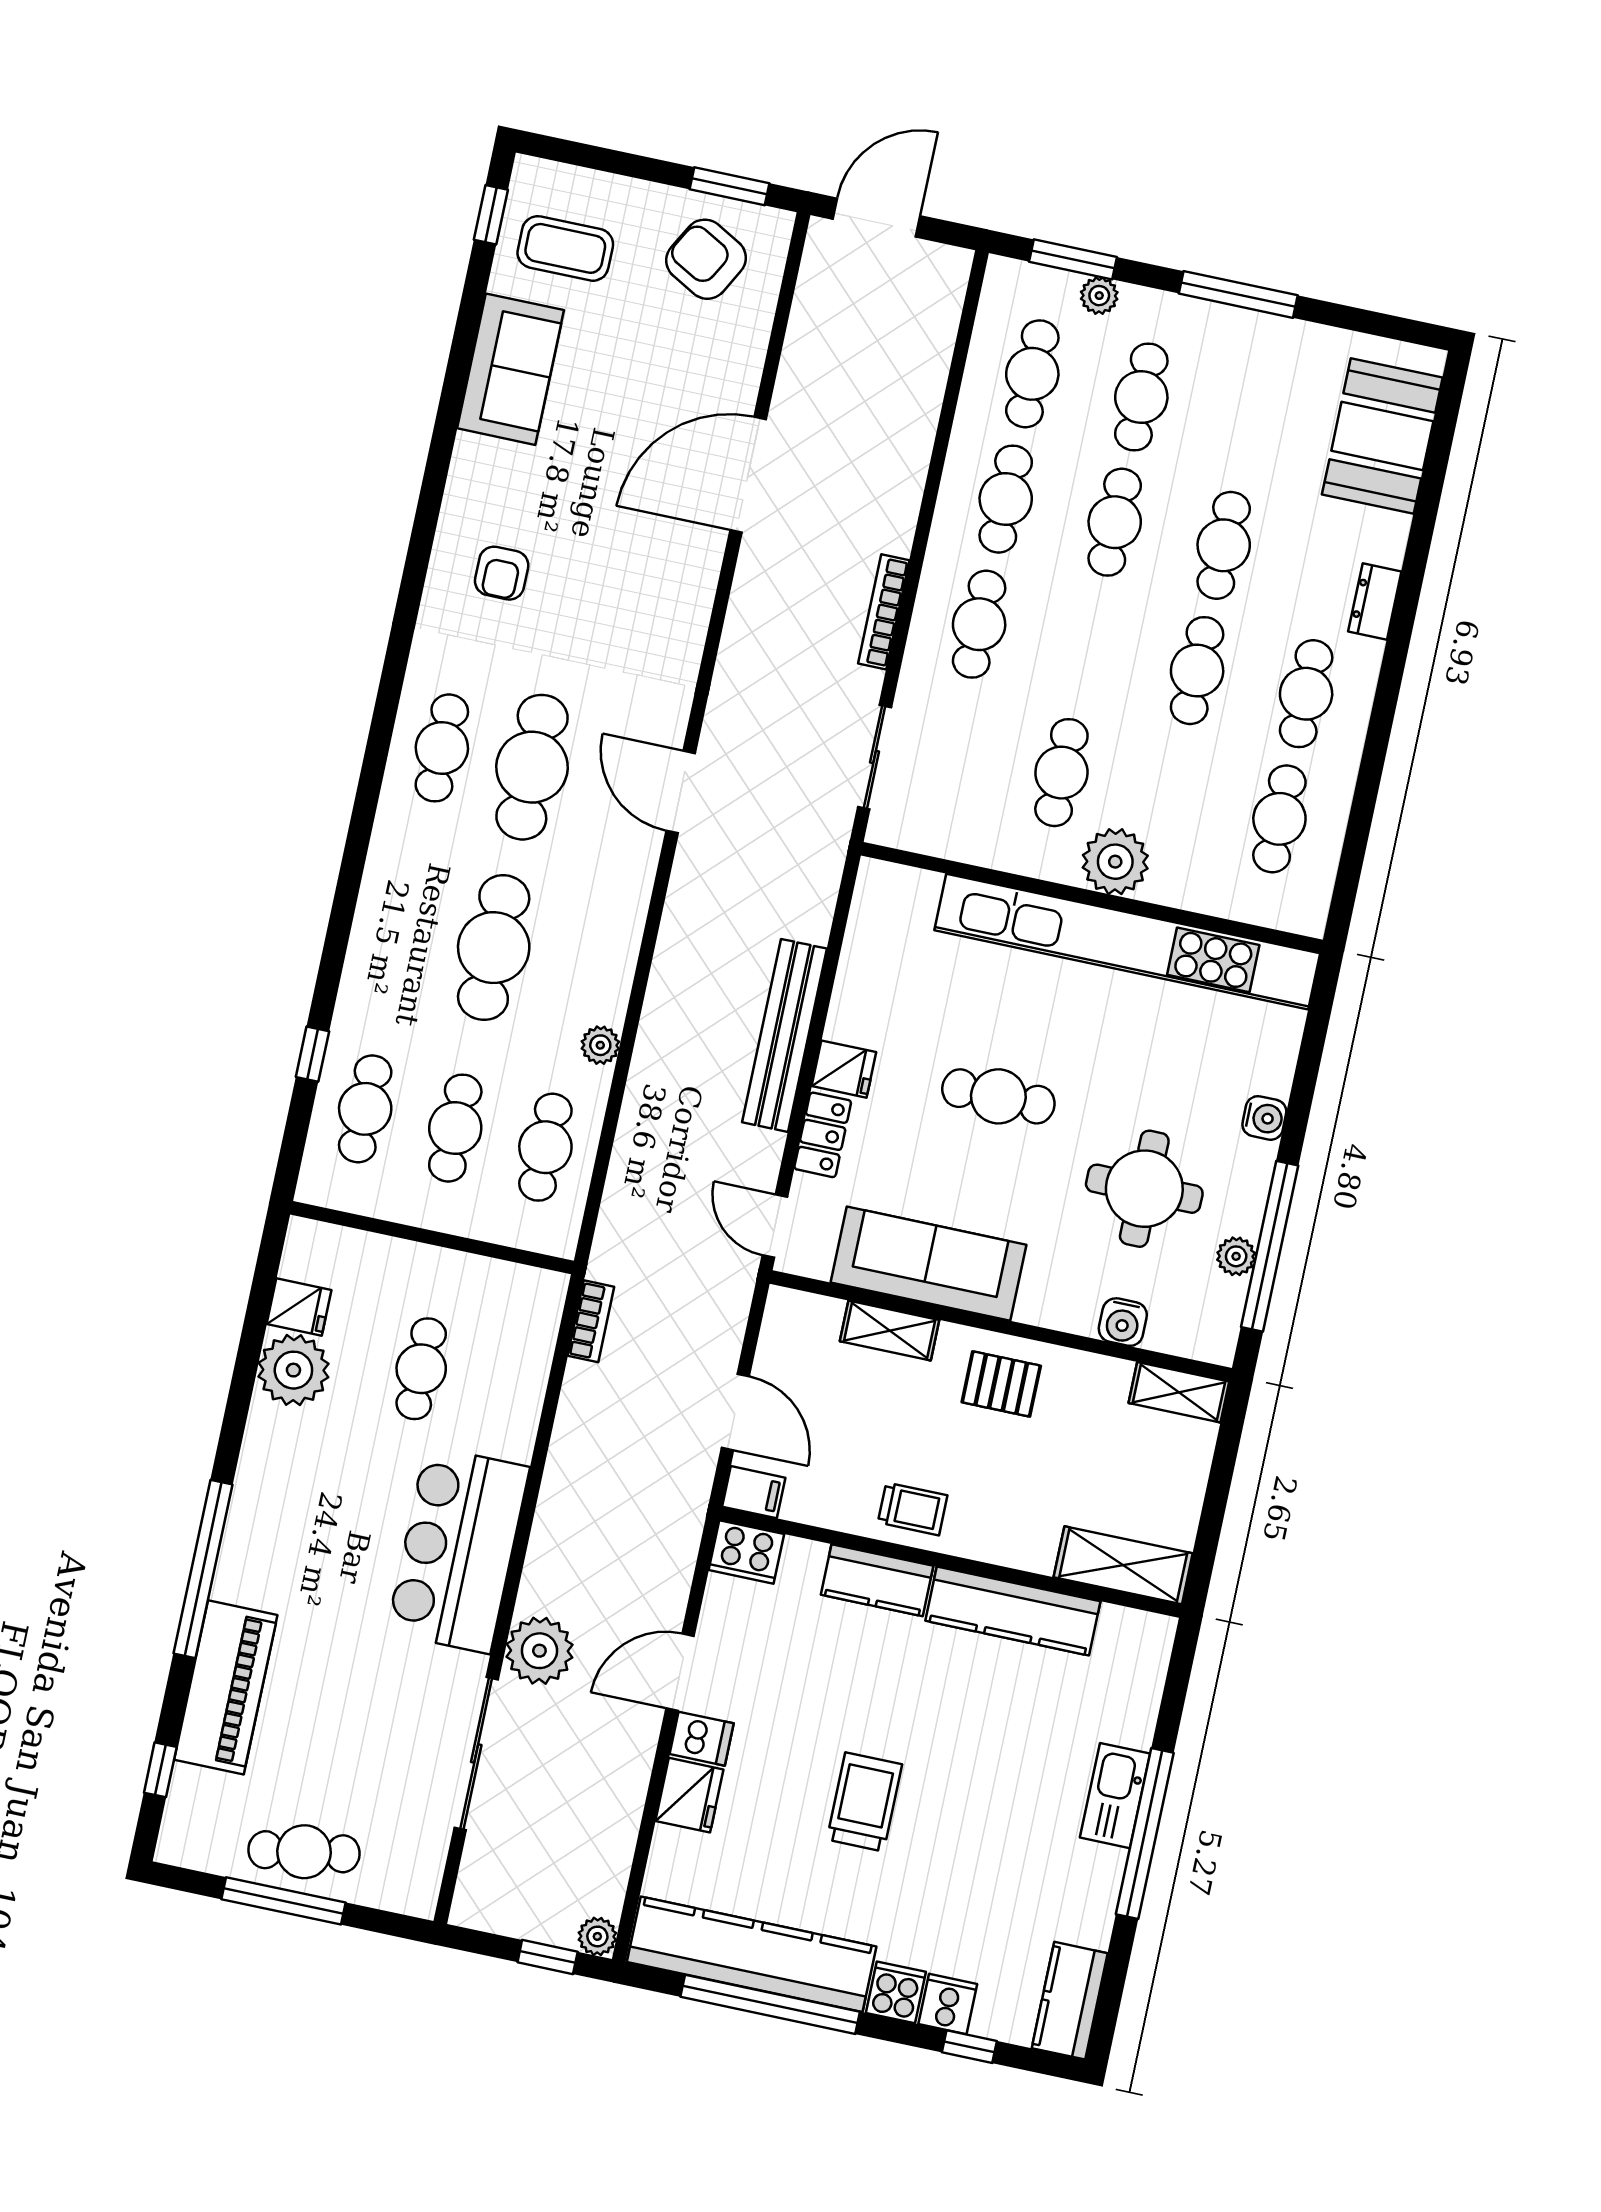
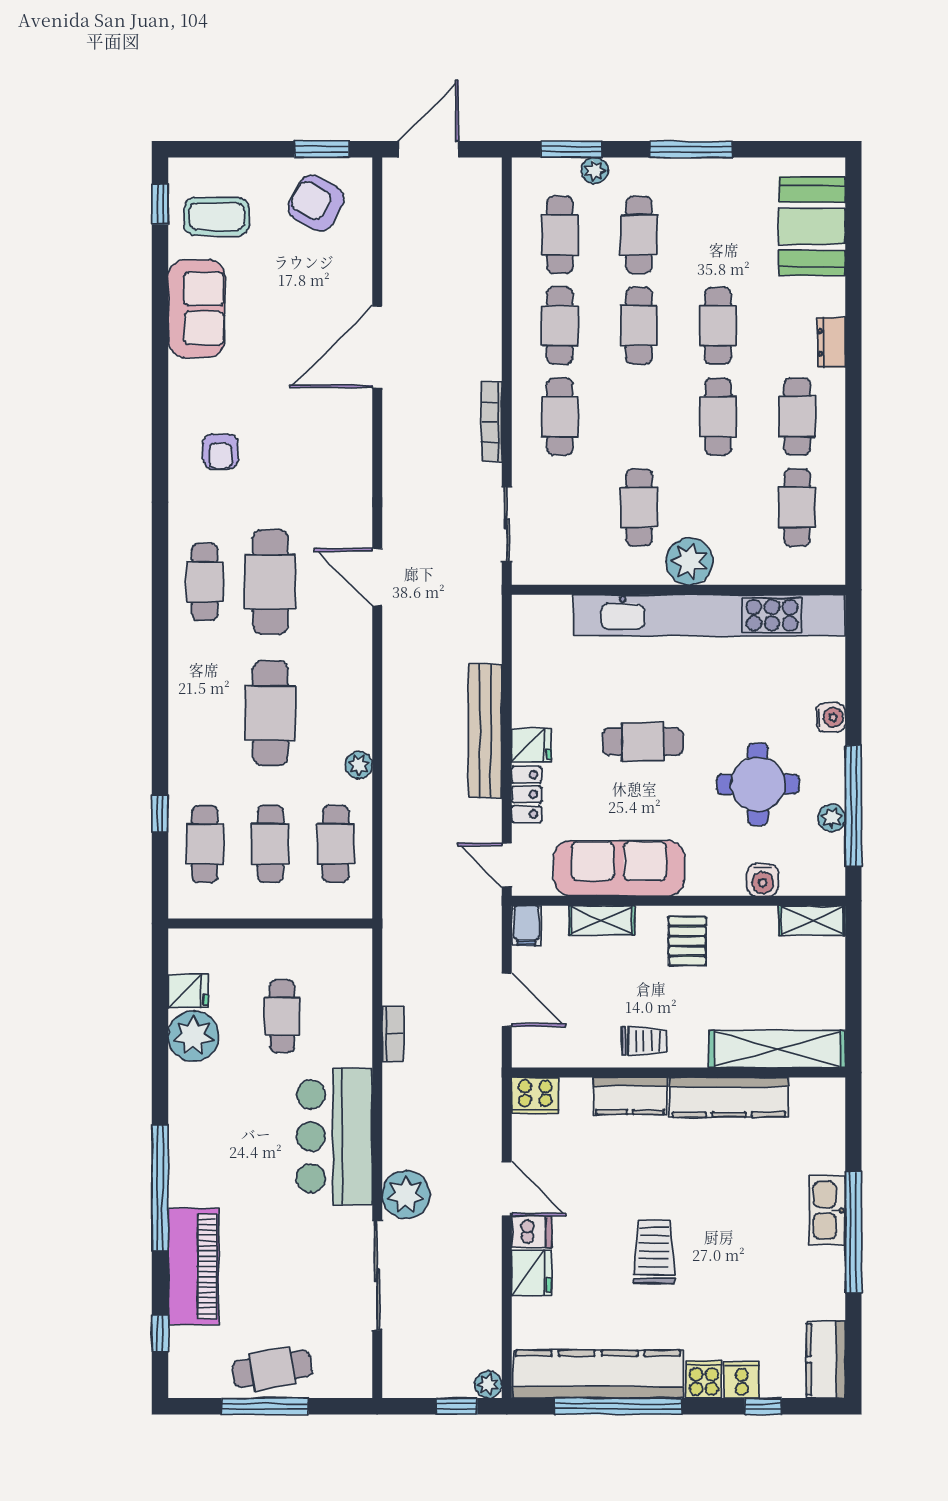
bookcase: (591, 1321) -> (393, 1034), moved
pallet: (1001, 1384) -> (687, 941), turned 90
filing cabinet: (754, 1492) -> (526, 925), moved, turned 90
shelving: (1123, 1565) -> (777, 1049), width x1.47
door: (680, 1672) -> (507, 1189), swing flipped

